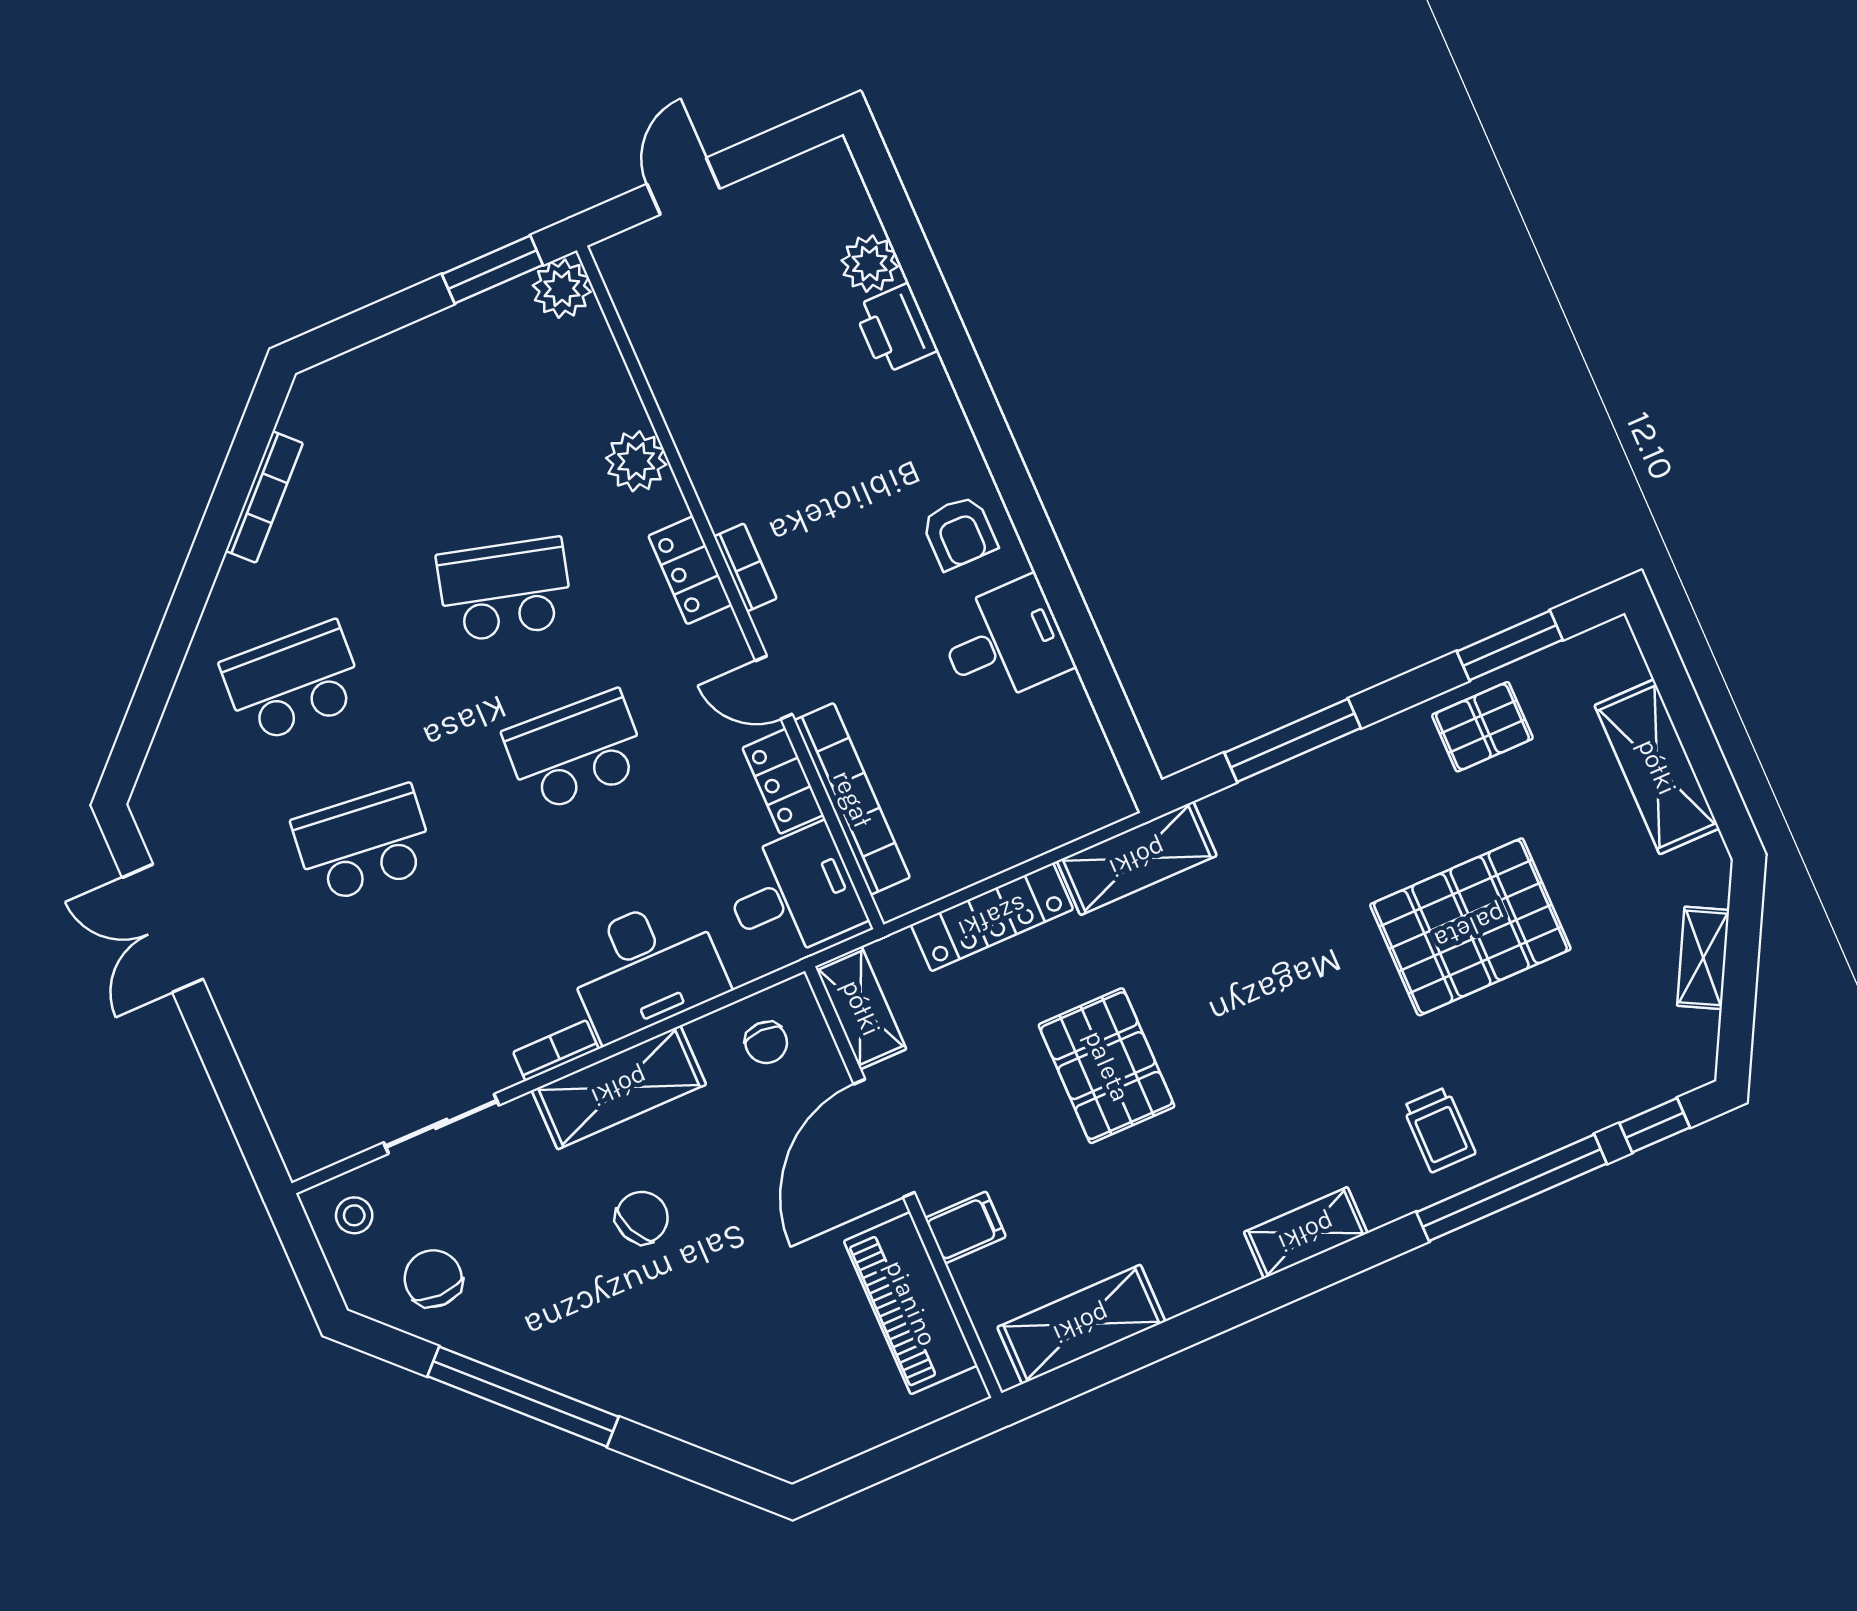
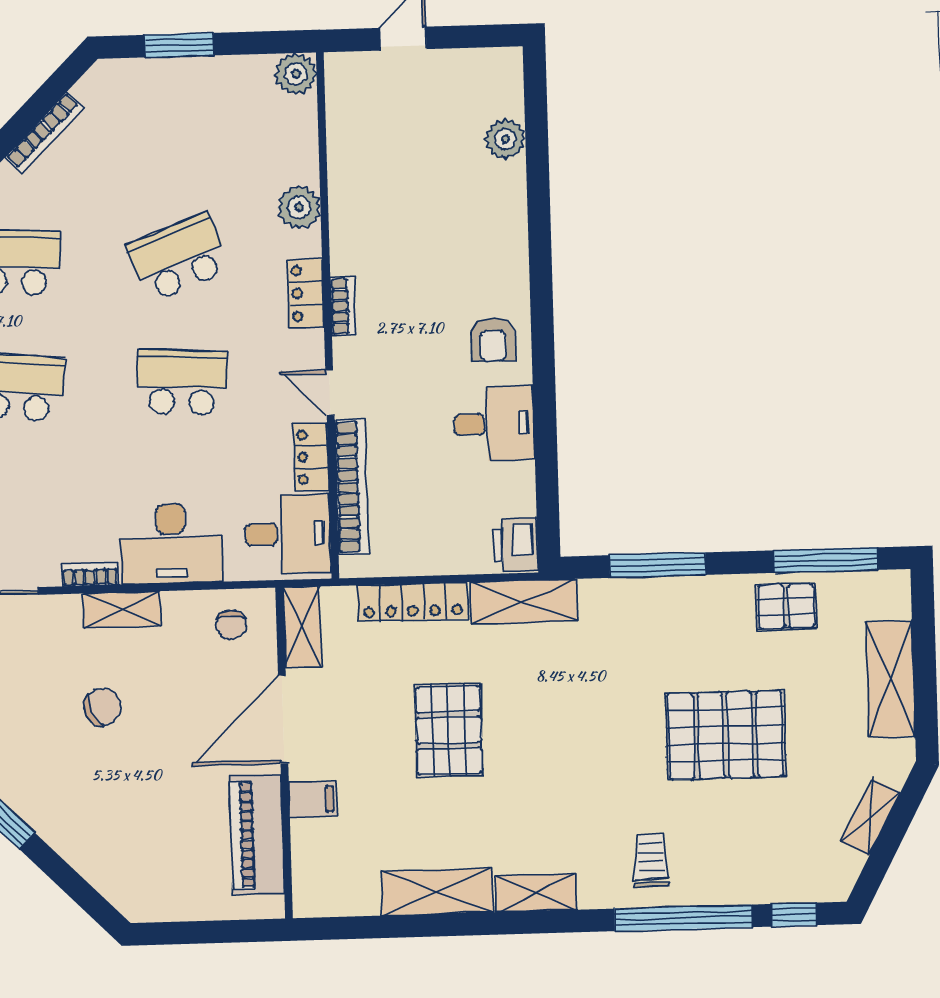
window: (492, 270) -> (179, 45), moved
printer: (895, 329) -> (516, 545), moved
school desk: (505, 590) -> (179, 257), turned -36
window: (1510, 646) -> (826, 560), width x1.44
shelving: (619, 1087) -> (122, 610), width x0.67, depth x0.75
trolley: (1439, 1130) -> (651, 860), turned 180
shelving: (1081, 1324) -> (437, 892), moved

